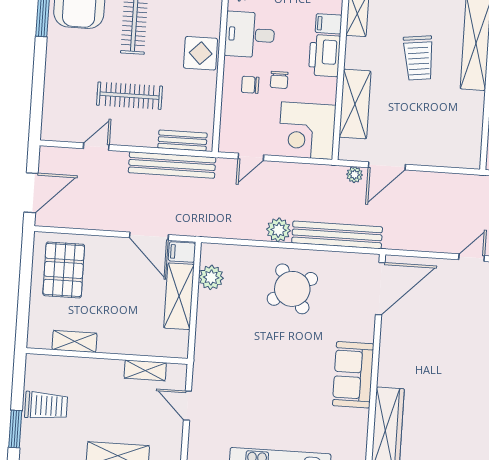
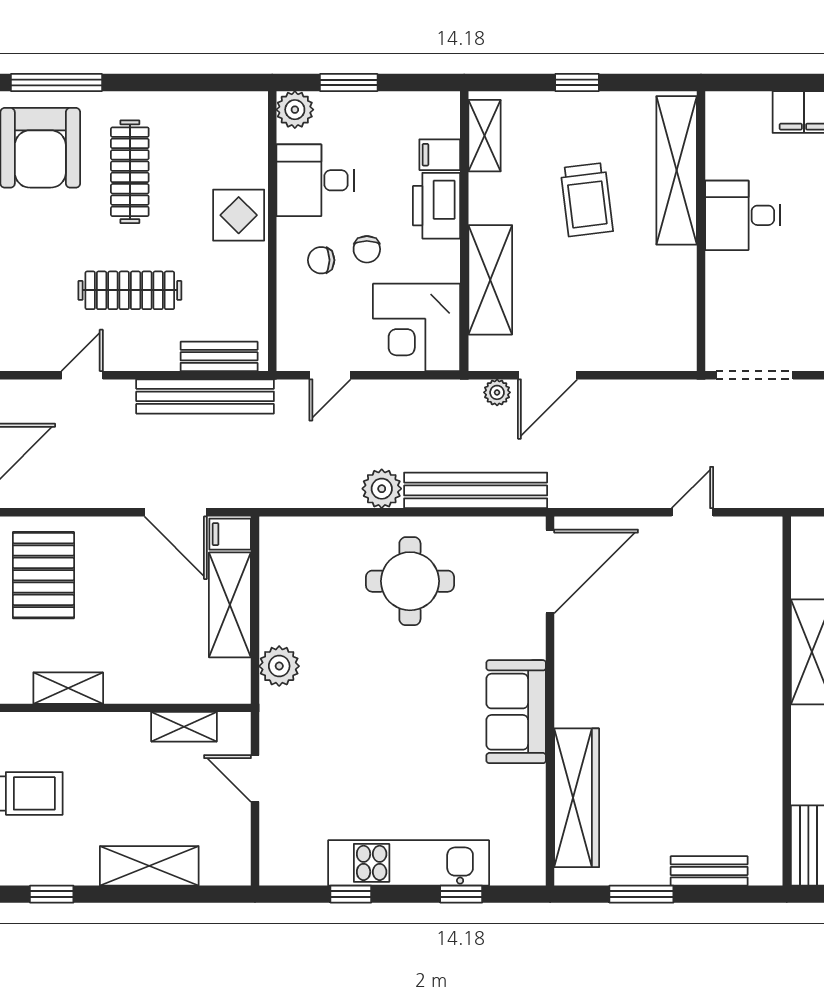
plant: (211, 277) -> (279, 666), moved
round table: (292, 289) -> (410, 581), turned 32

